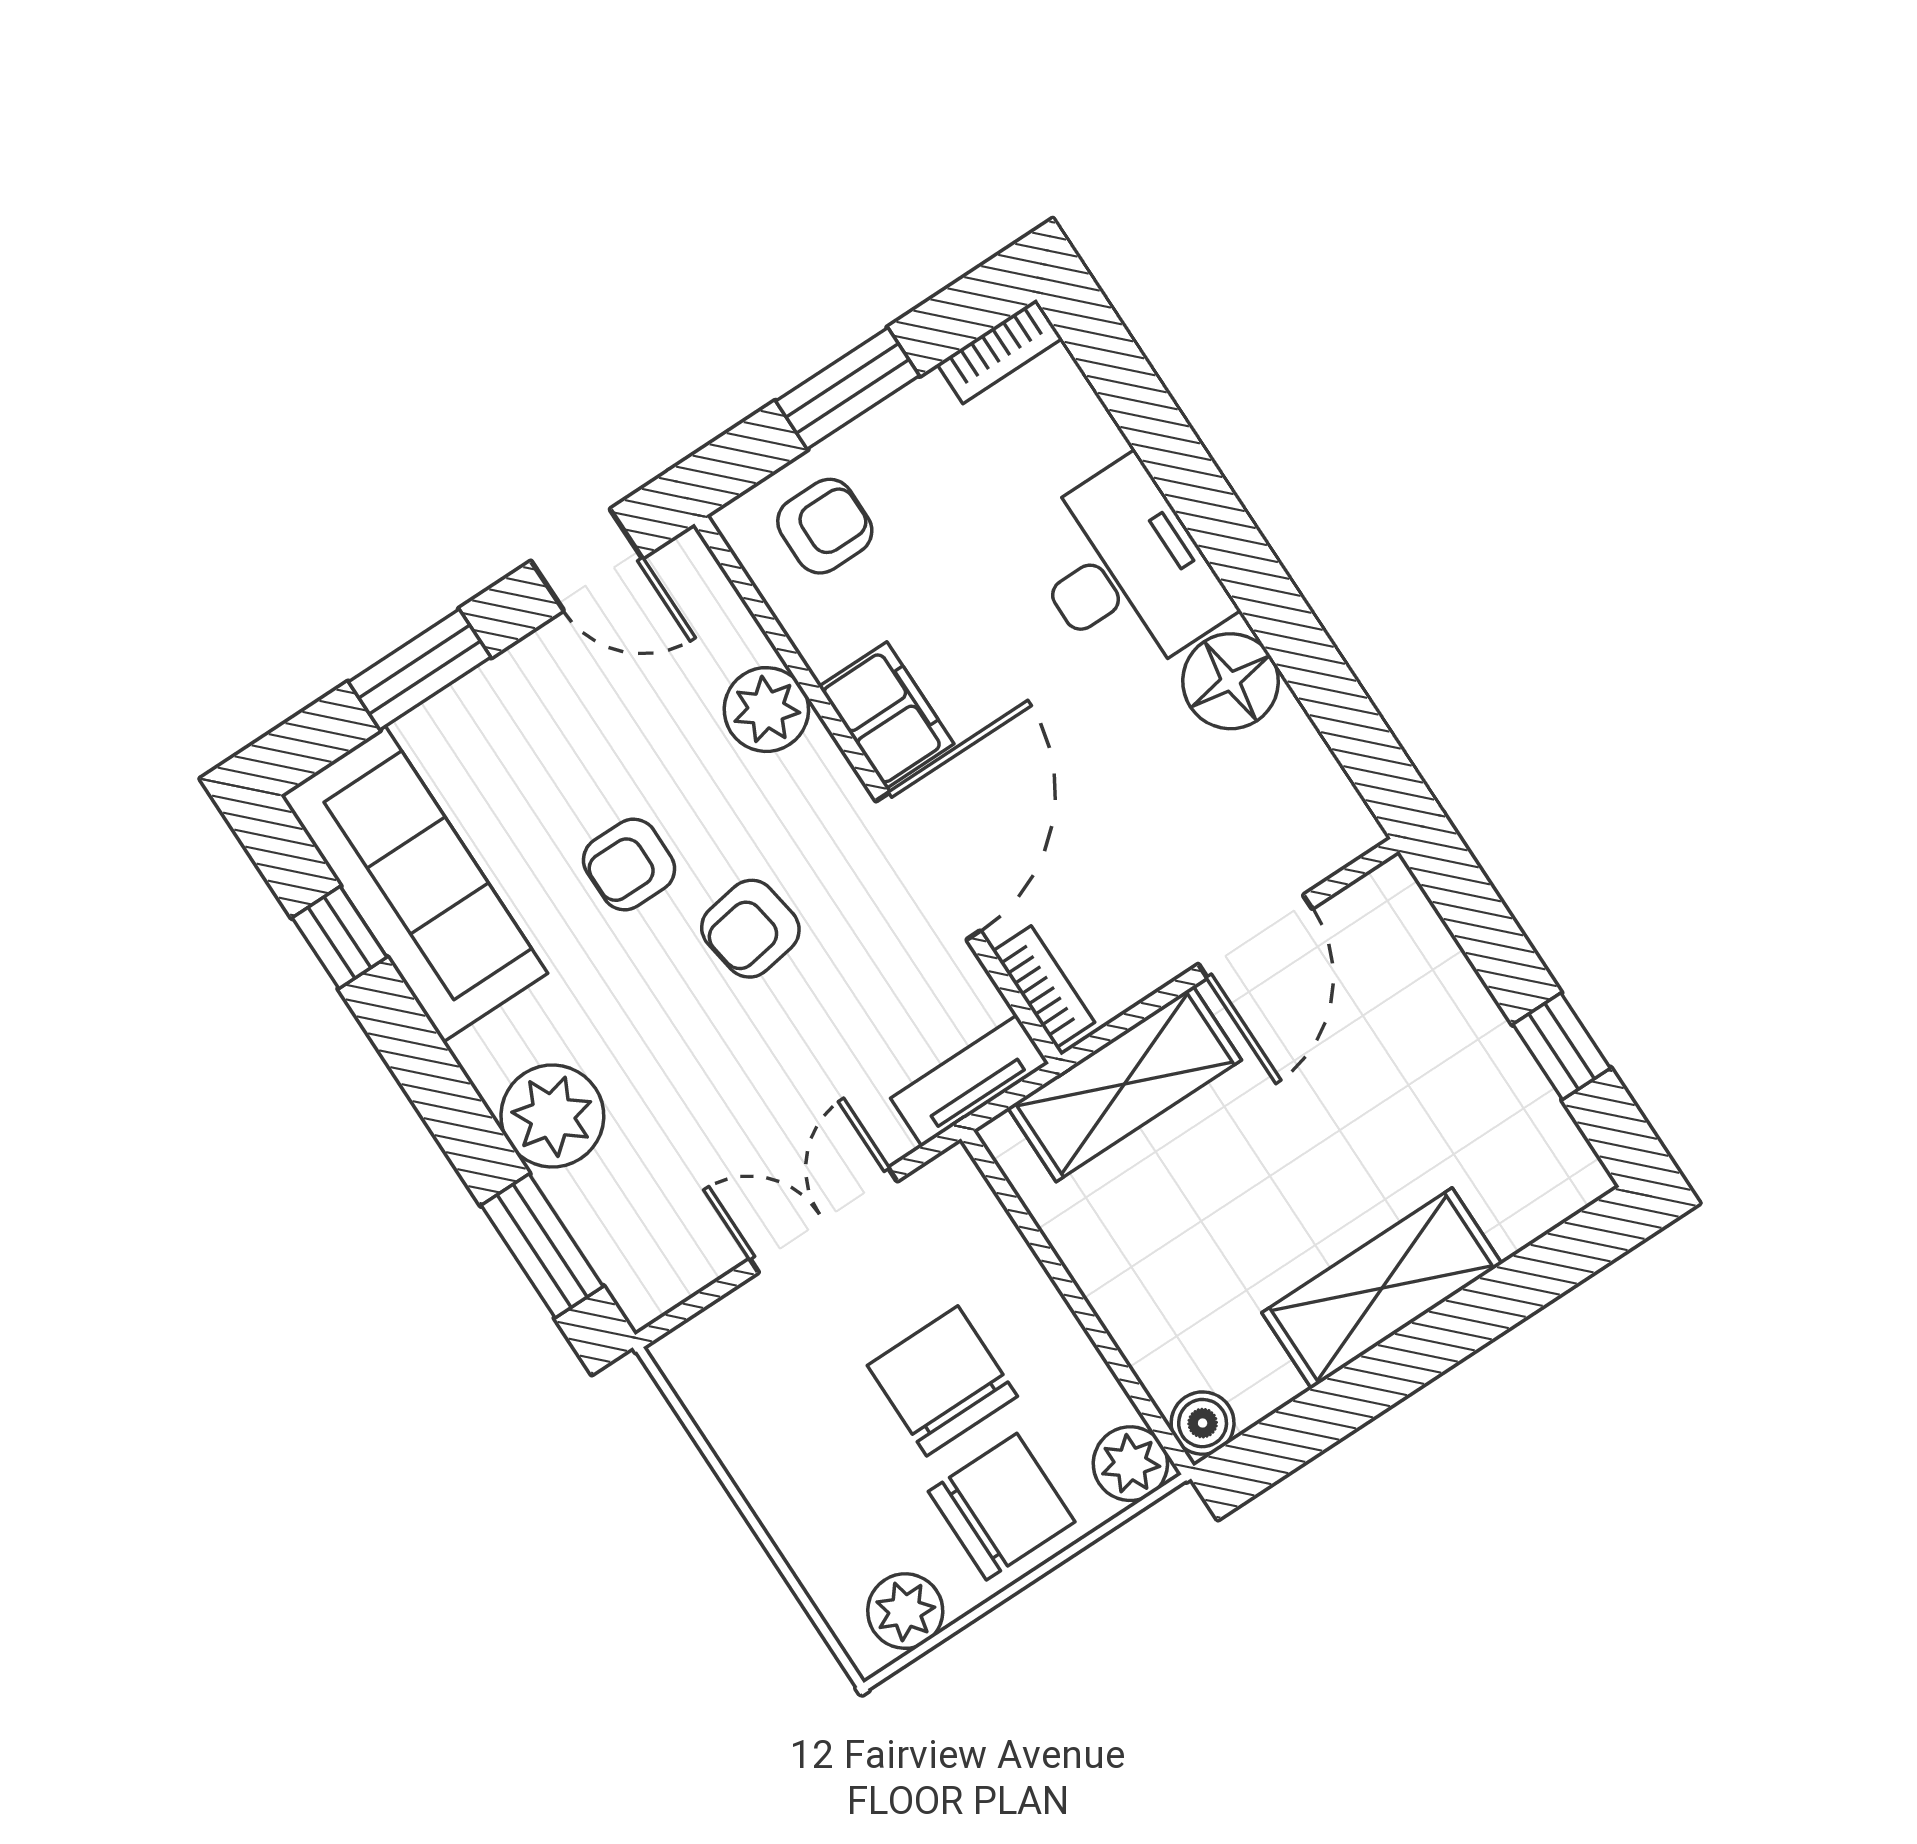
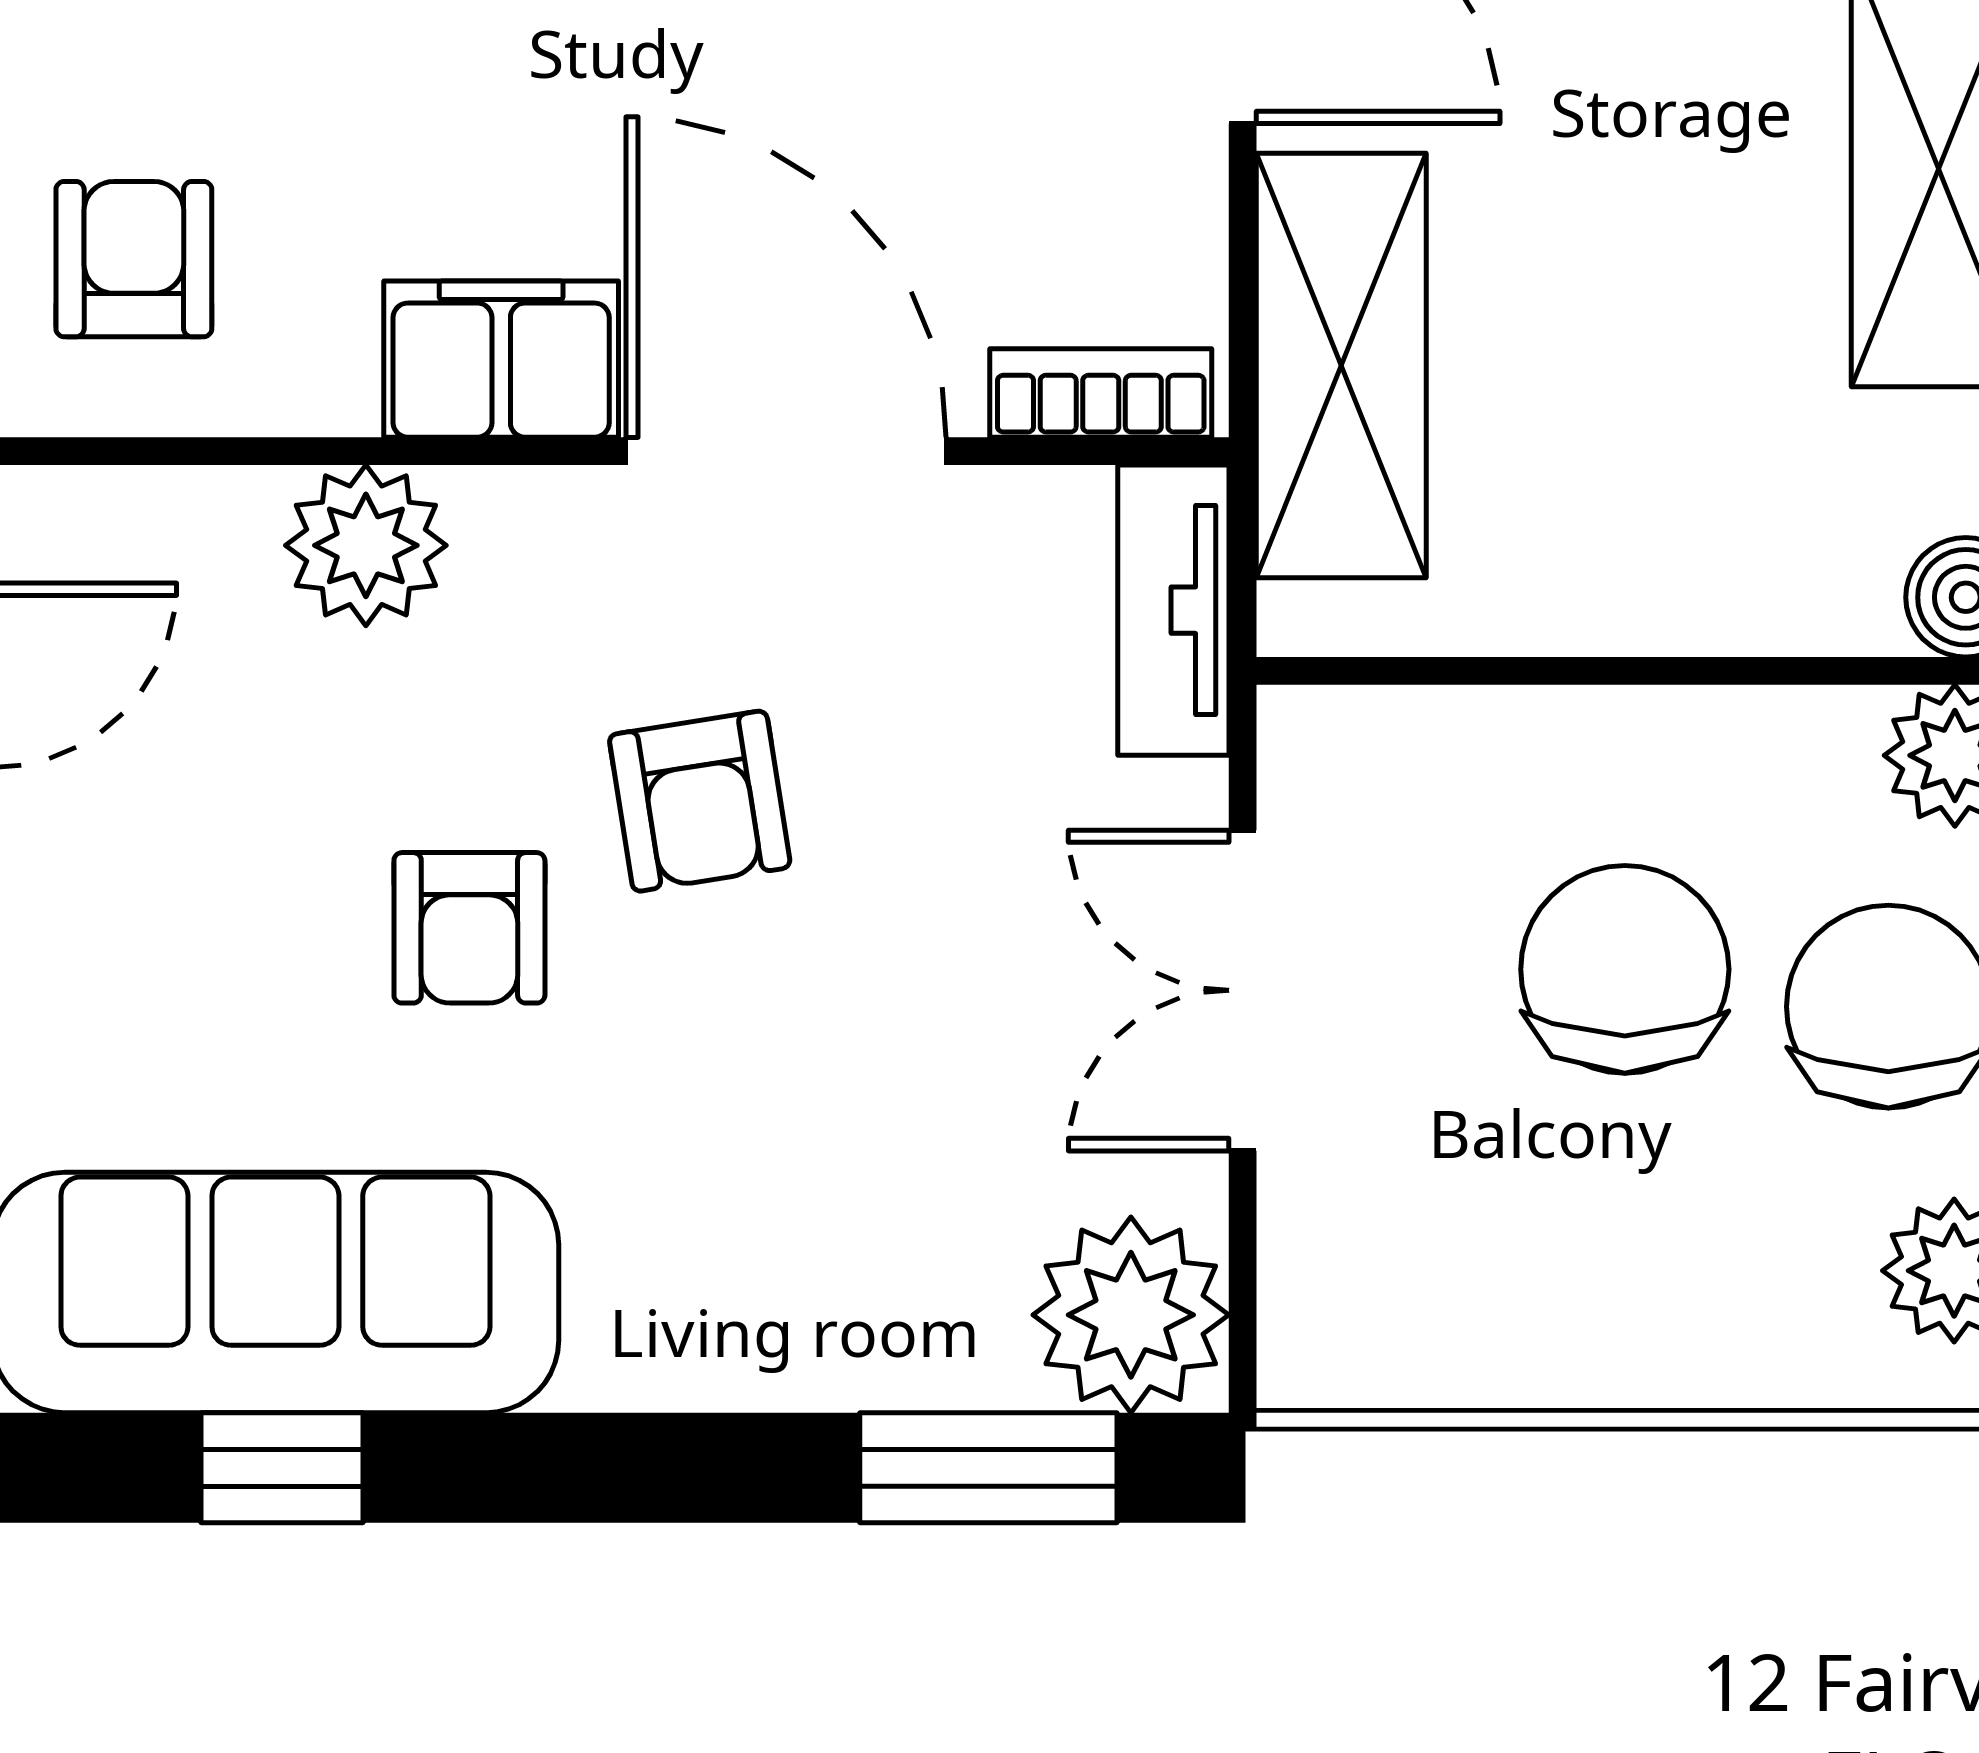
plant: (552, 1116) -> (1131, 1315), moved
chair: (942, 1381) -> (1625, 969), turned 90

